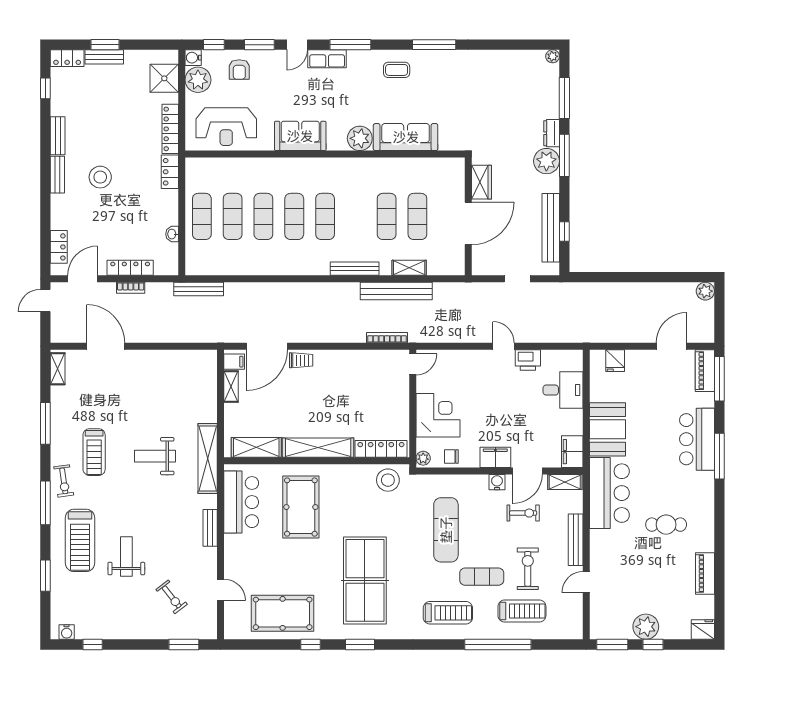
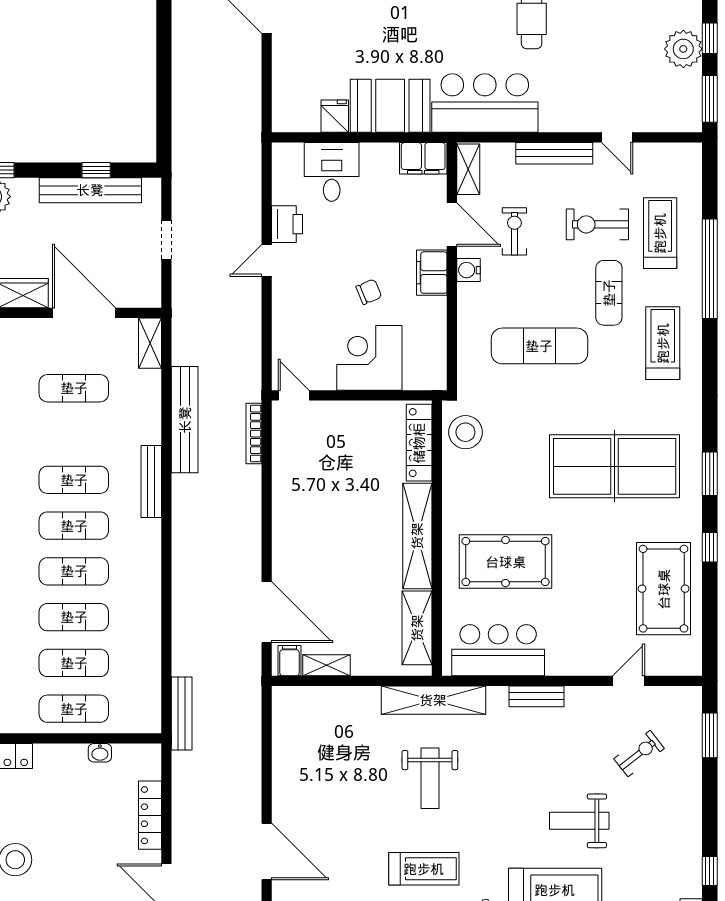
exercise mat: (387, 216) -> (74, 480), moved
shelving: (409, 268) -> (150, 343), moved
bookcase: (131, 288) -> (180, 814), removed
door: (106, 346) -> (267, 852), swing flipped
trolley: (301, 360) -> (287, 561), removed
fridge: (615, 361) -> (335, 116), moved, turned -90
chair: (451, 456) -> (369, 292), moved, turned -113
plant: (423, 458) -> (433, 380), removed

